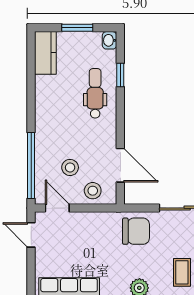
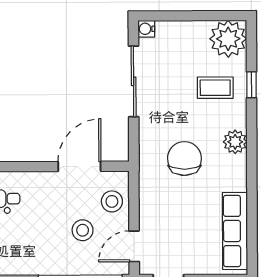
chair: (136, 231) -> (184, 159), moved

